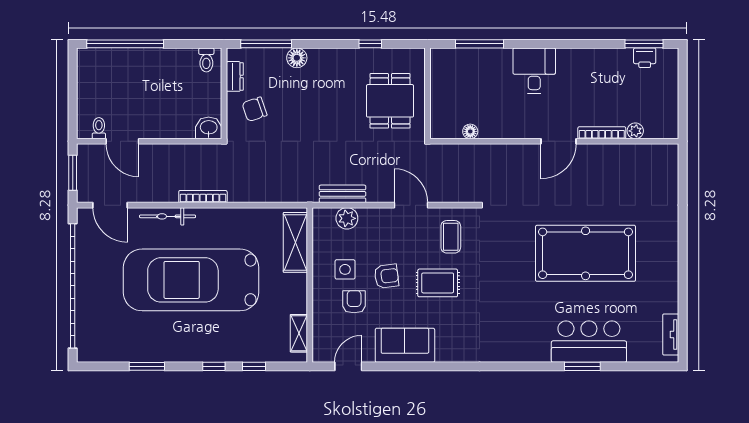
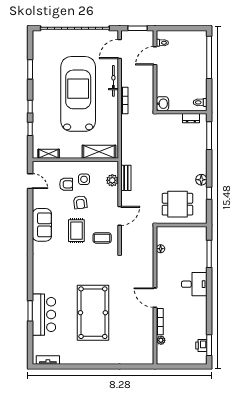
floor lamp: (297, 58) -> (201, 180), moved
chair: (255, 109) -> (173, 129), removed
sofa: (405, 345) -> (42, 225), moved

